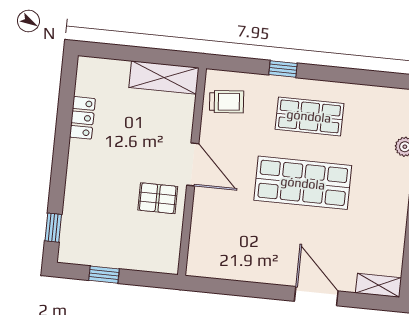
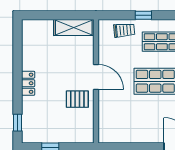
trolley: (227, 102) -> (124, 30), moved
locker: (82, 118) -> (28, 83), moved

